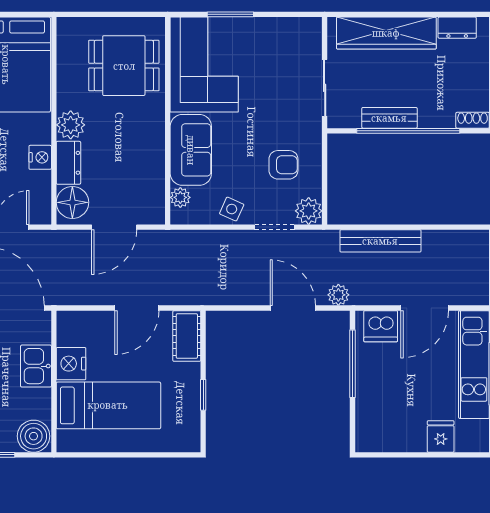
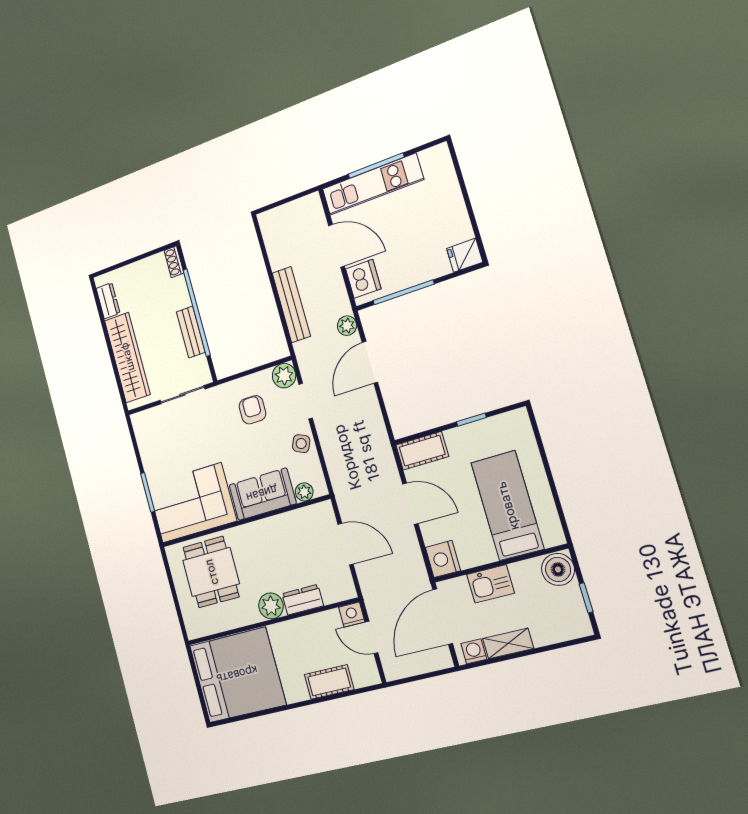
nightstand: (40, 157) -> (352, 615), moved
floor lamp: (72, 202) -> (335, 587), removed
nightstand: (71, 364) -> (443, 559), moved, turned 90
fridge: (441, 436) -> (465, 255), moved

